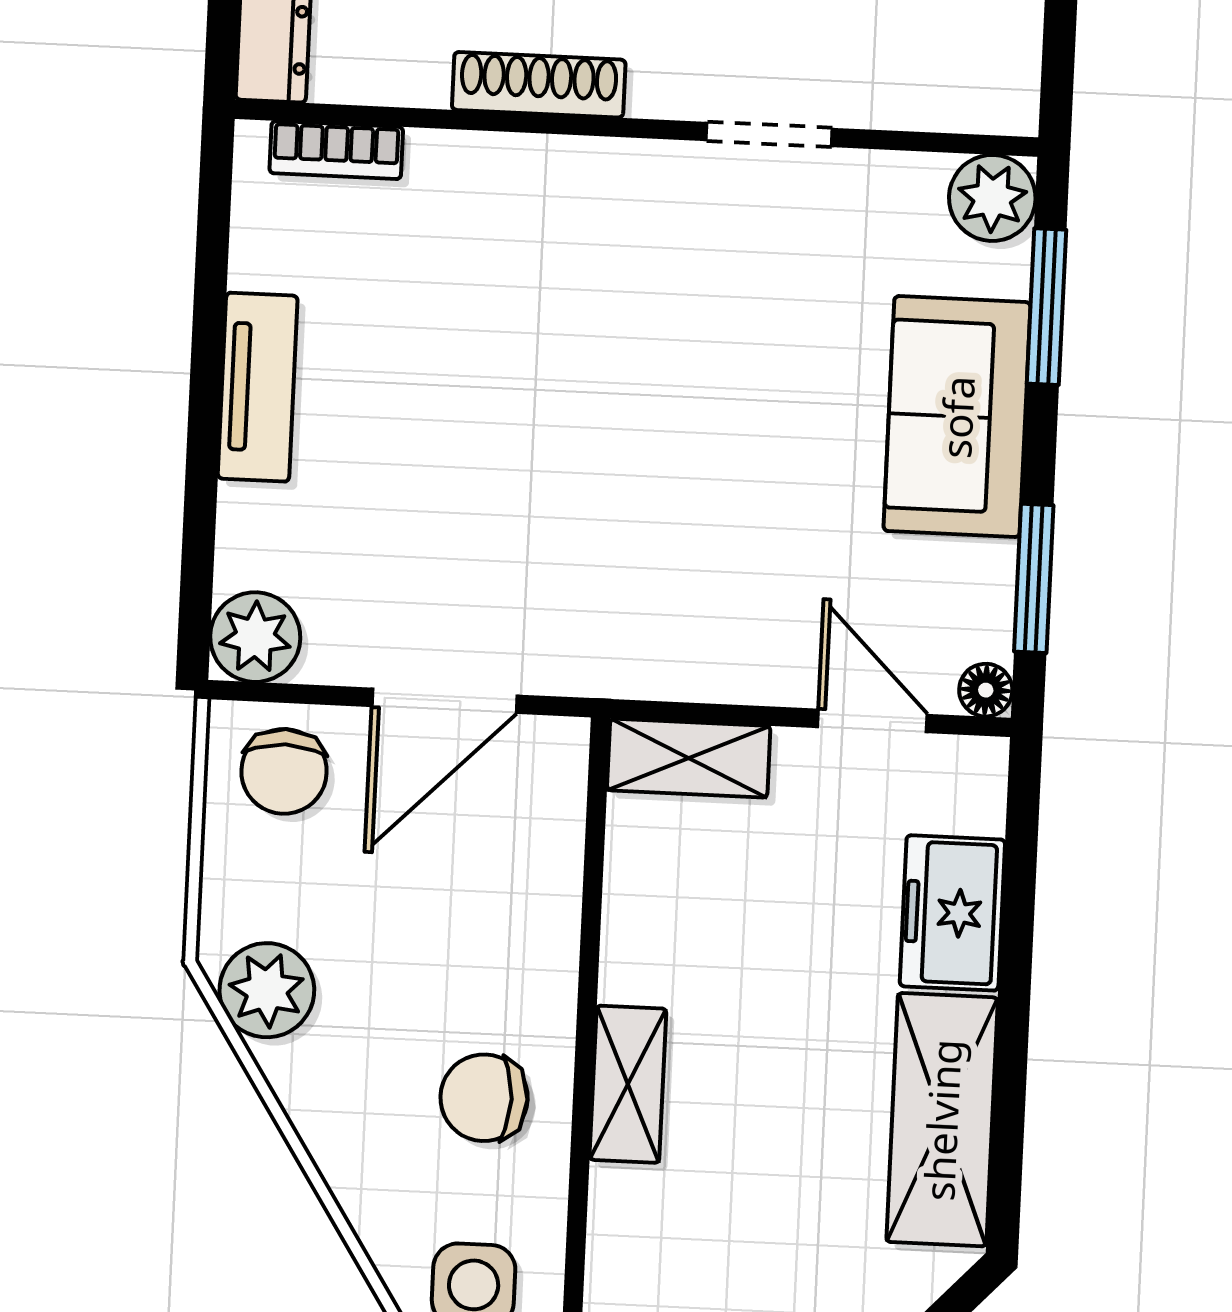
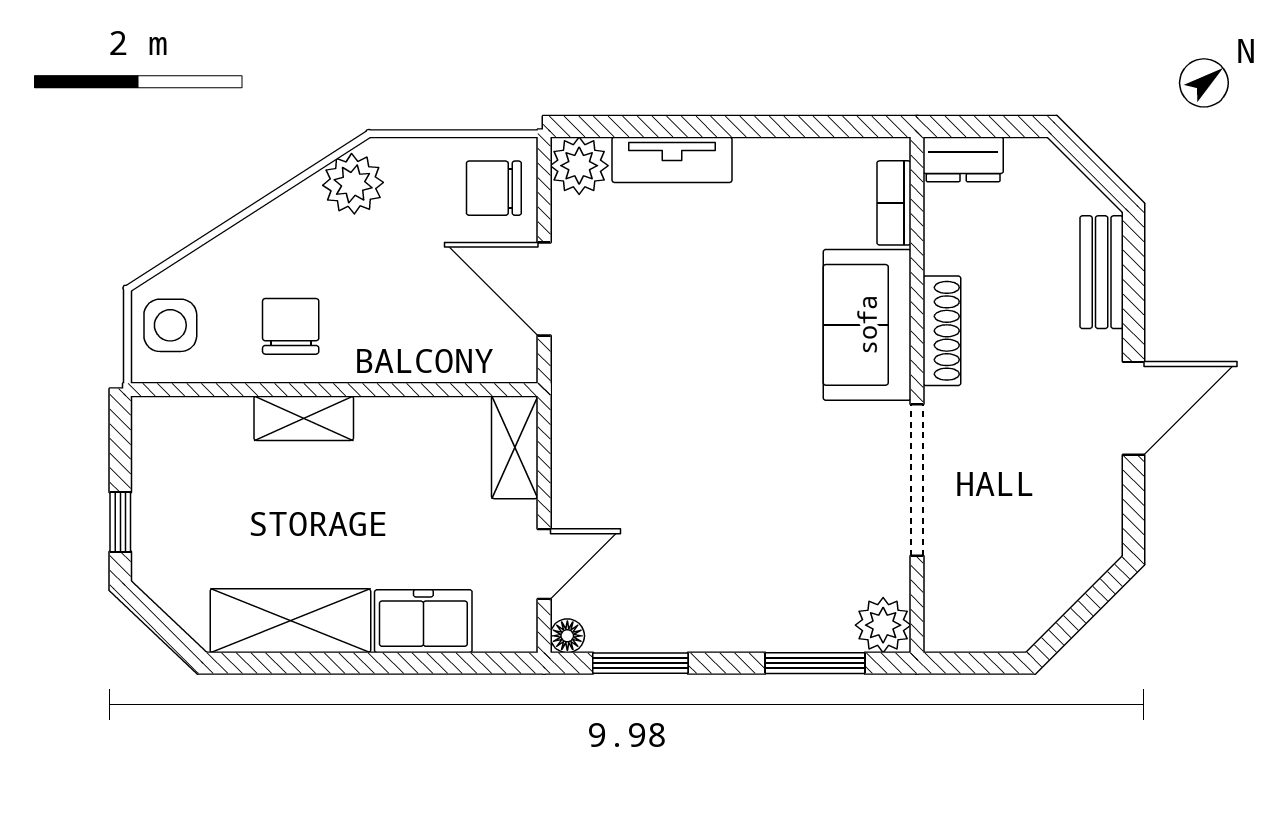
doorway: (769, 134) -> (917, 480), width x1.87
tv unit: (258, 387) -> (672, 160), moved
sofa: (957, 417) -> (867, 325), moved, turned -90

